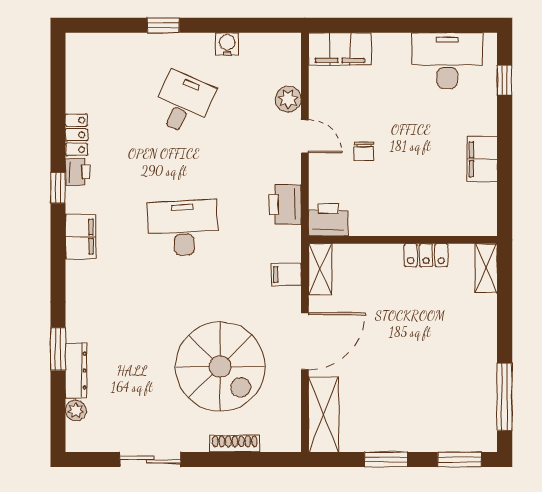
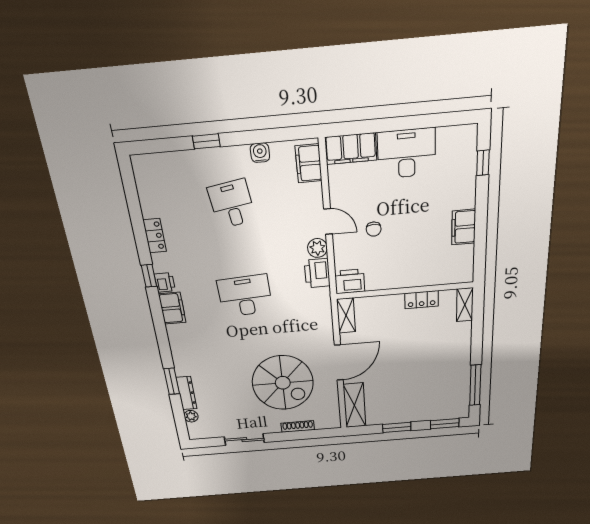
desk: (447, 61) -> (407, 153), moved
plant: (288, 99) -> (317, 248), moved
desk: (183, 103) -> (232, 204), turned -33
printer: (77, 172) -> (165, 282), moved
filing cabinet: (286, 275) -> (309, 163), moved, width x2.00

